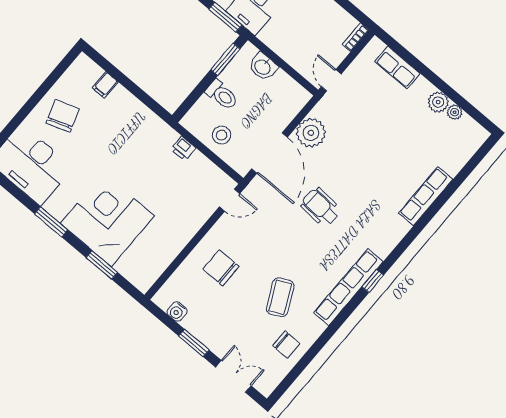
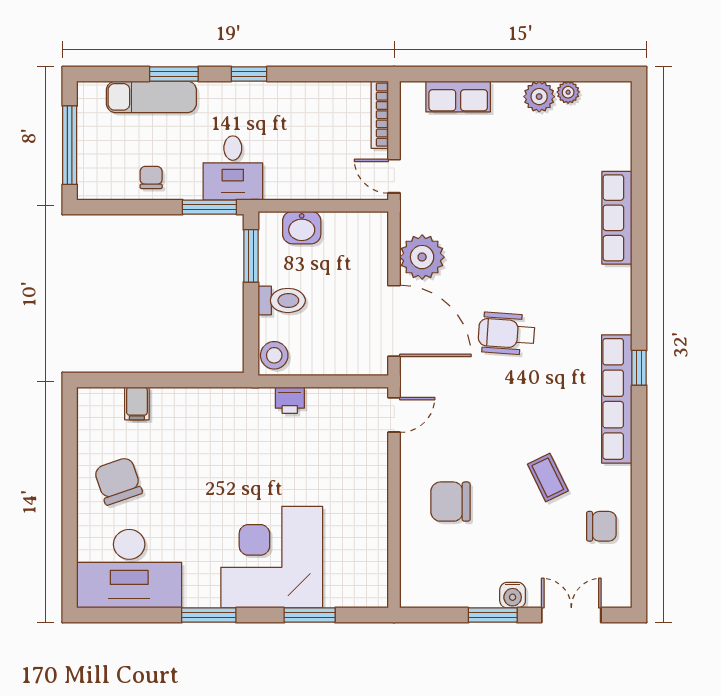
bookcase: (355, 37) -> (380, 115), width x1.56
stool: (222, 135) -> (274, 355), moved
coffee table: (280, 297) -> (548, 478), width x0.73, depth x0.77
water cooler: (177, 312) -> (513, 595), moved

